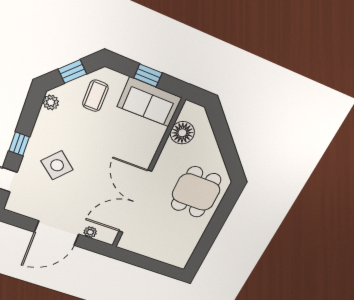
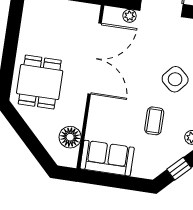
window: (148, 75) -> (115, 181), removed
coffee table: (95, 96) -> (154, 121), moved

